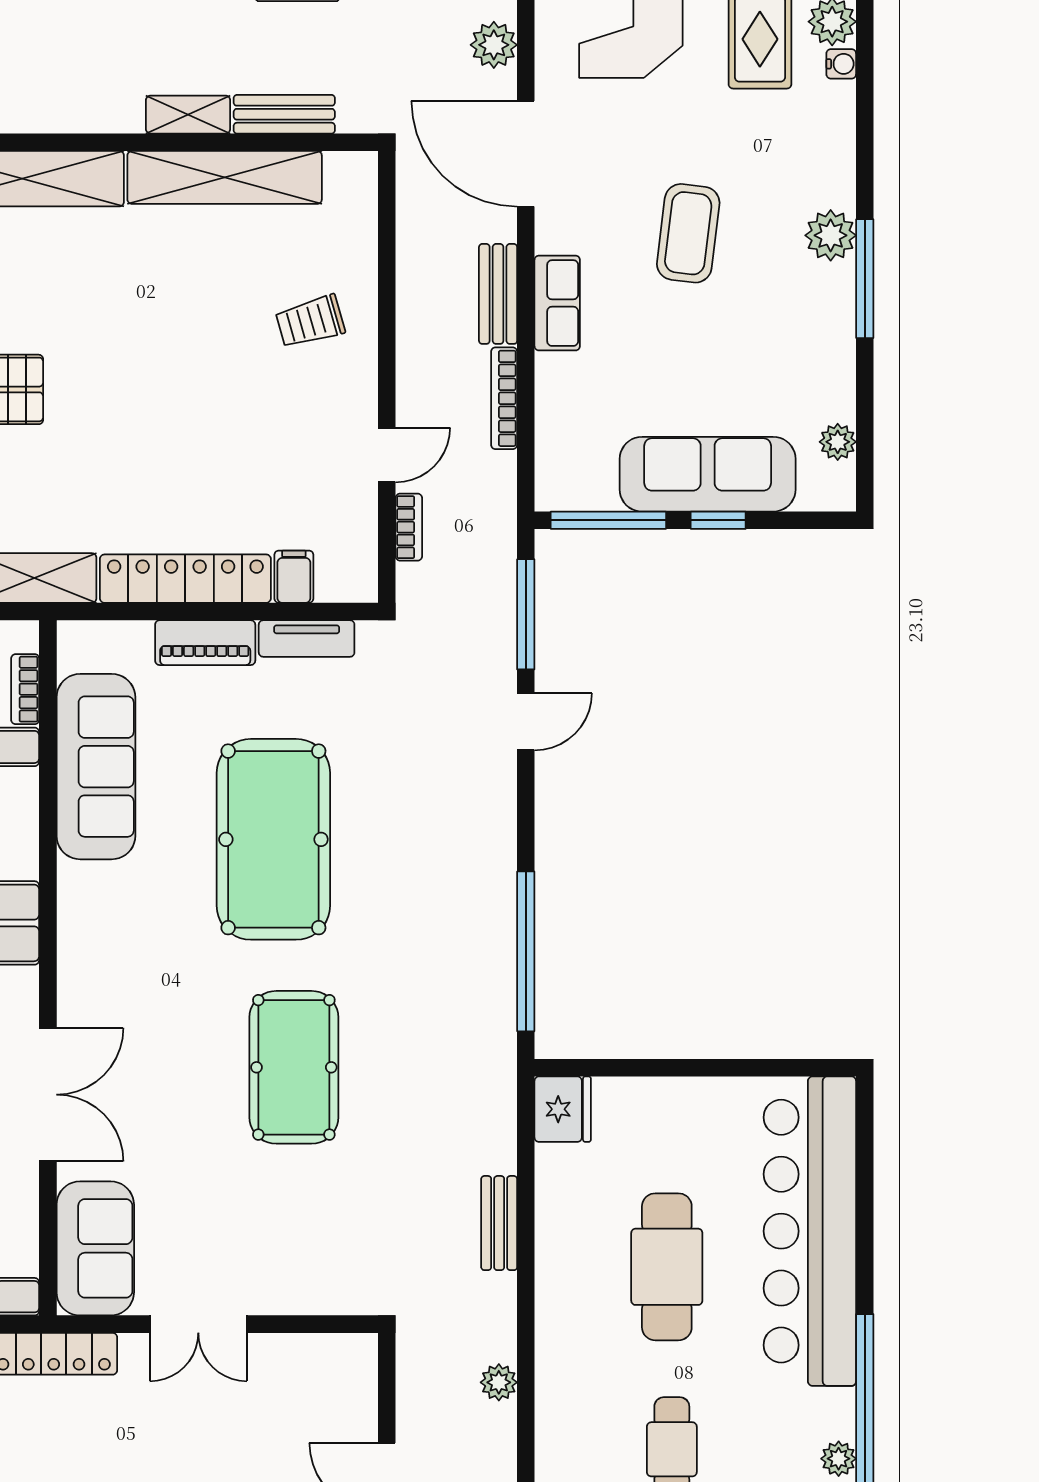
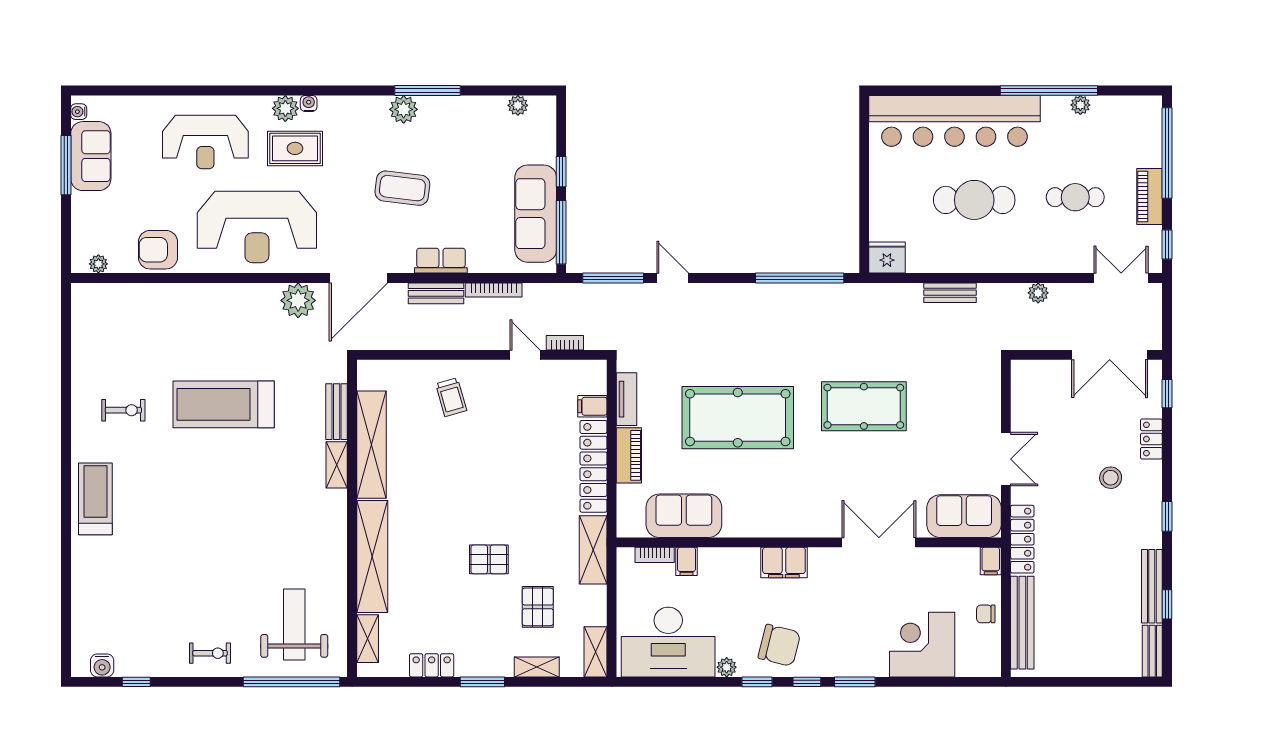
plant: (494, 45) -> (298, 300), width x1.36, depth x1.36
sofa: (708, 474) -> (536, 214), moved
sofa: (96, 767) -> (684, 516), width x0.73

